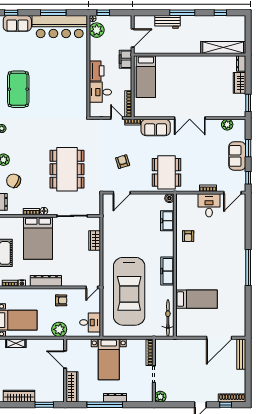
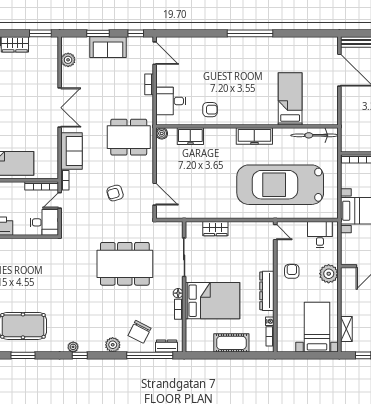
desk: (100, 92) -> (44, 222), moved, turned -90
desk: (209, 205) -> (171, 101), moved
car: (129, 291) -> (280, 185), turned 180

